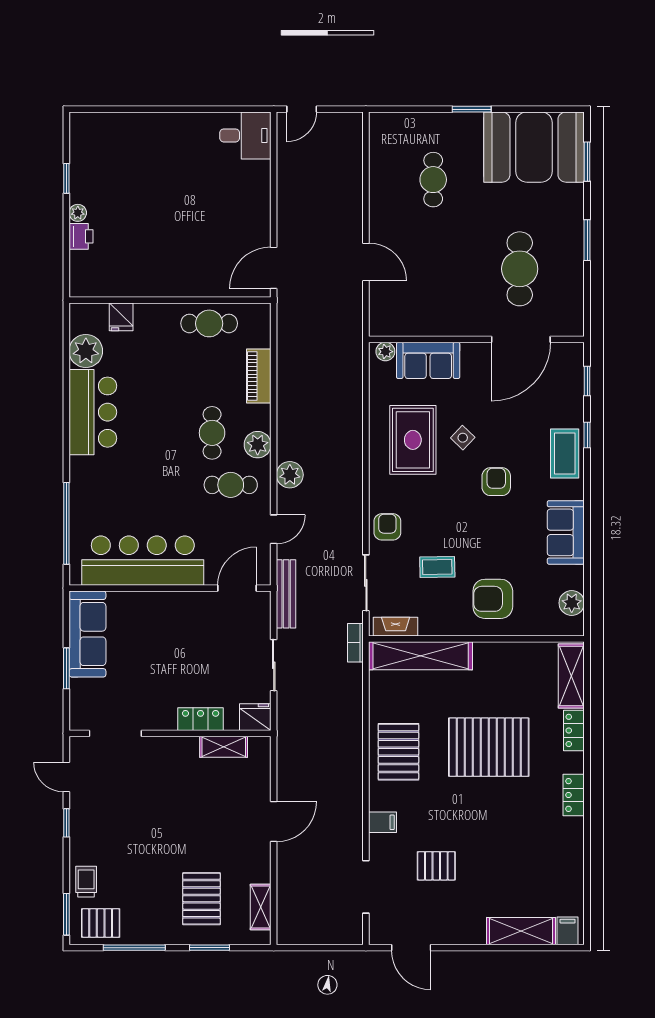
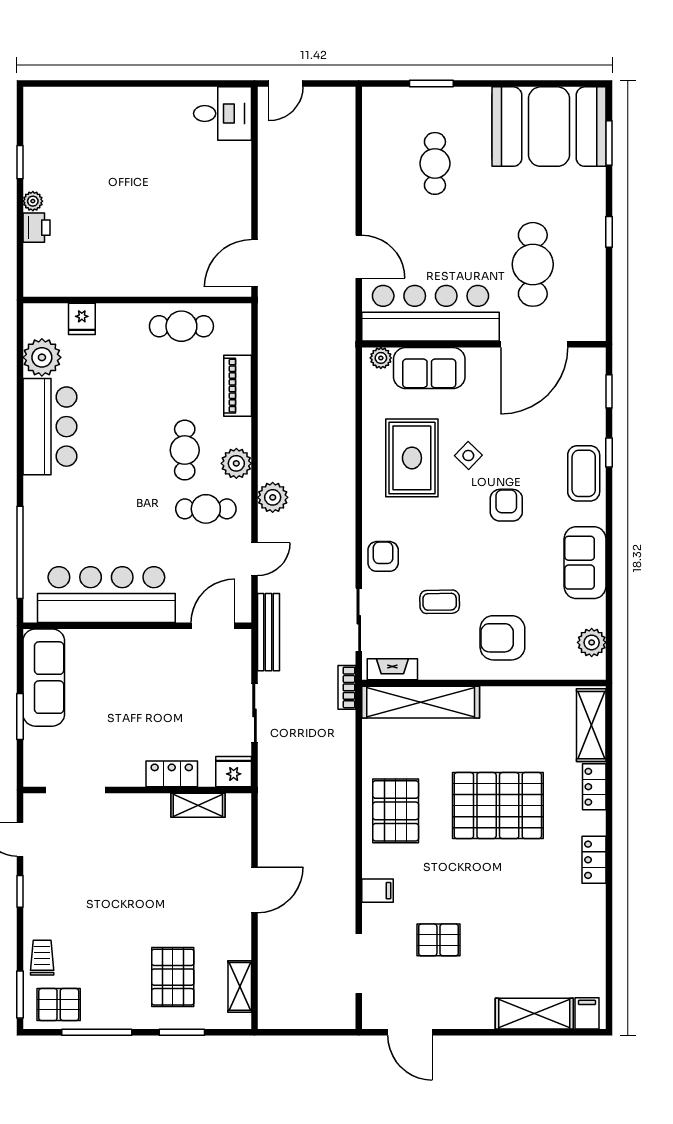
window: (472, 109) -> (431, 84), moved
window: (587, 240) -> (609, 232), width x0.67
bar counter: (429, 312) -> (430, 313), added

